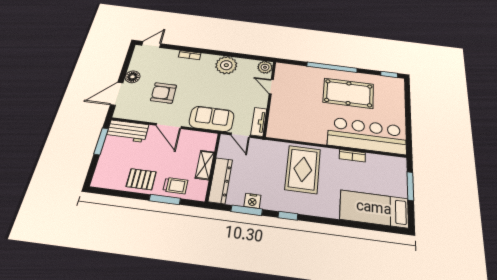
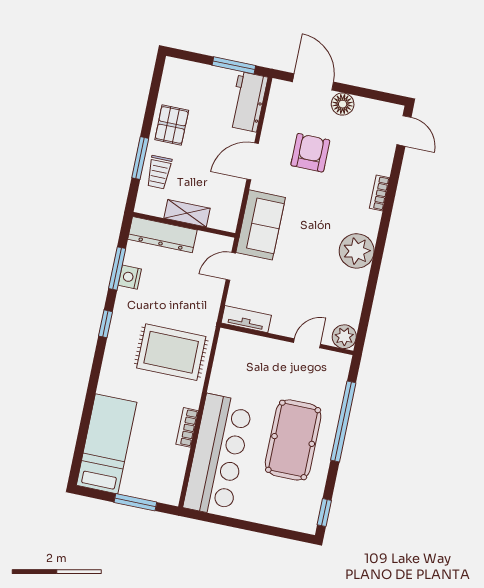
plant: (265, 67) -> (344, 337), moved
door: (271, 87) -> (307, 343), moved
wall: (270, 98) -> (287, 339), moved
tv unit: (259, 122) -> (246, 319), moved

